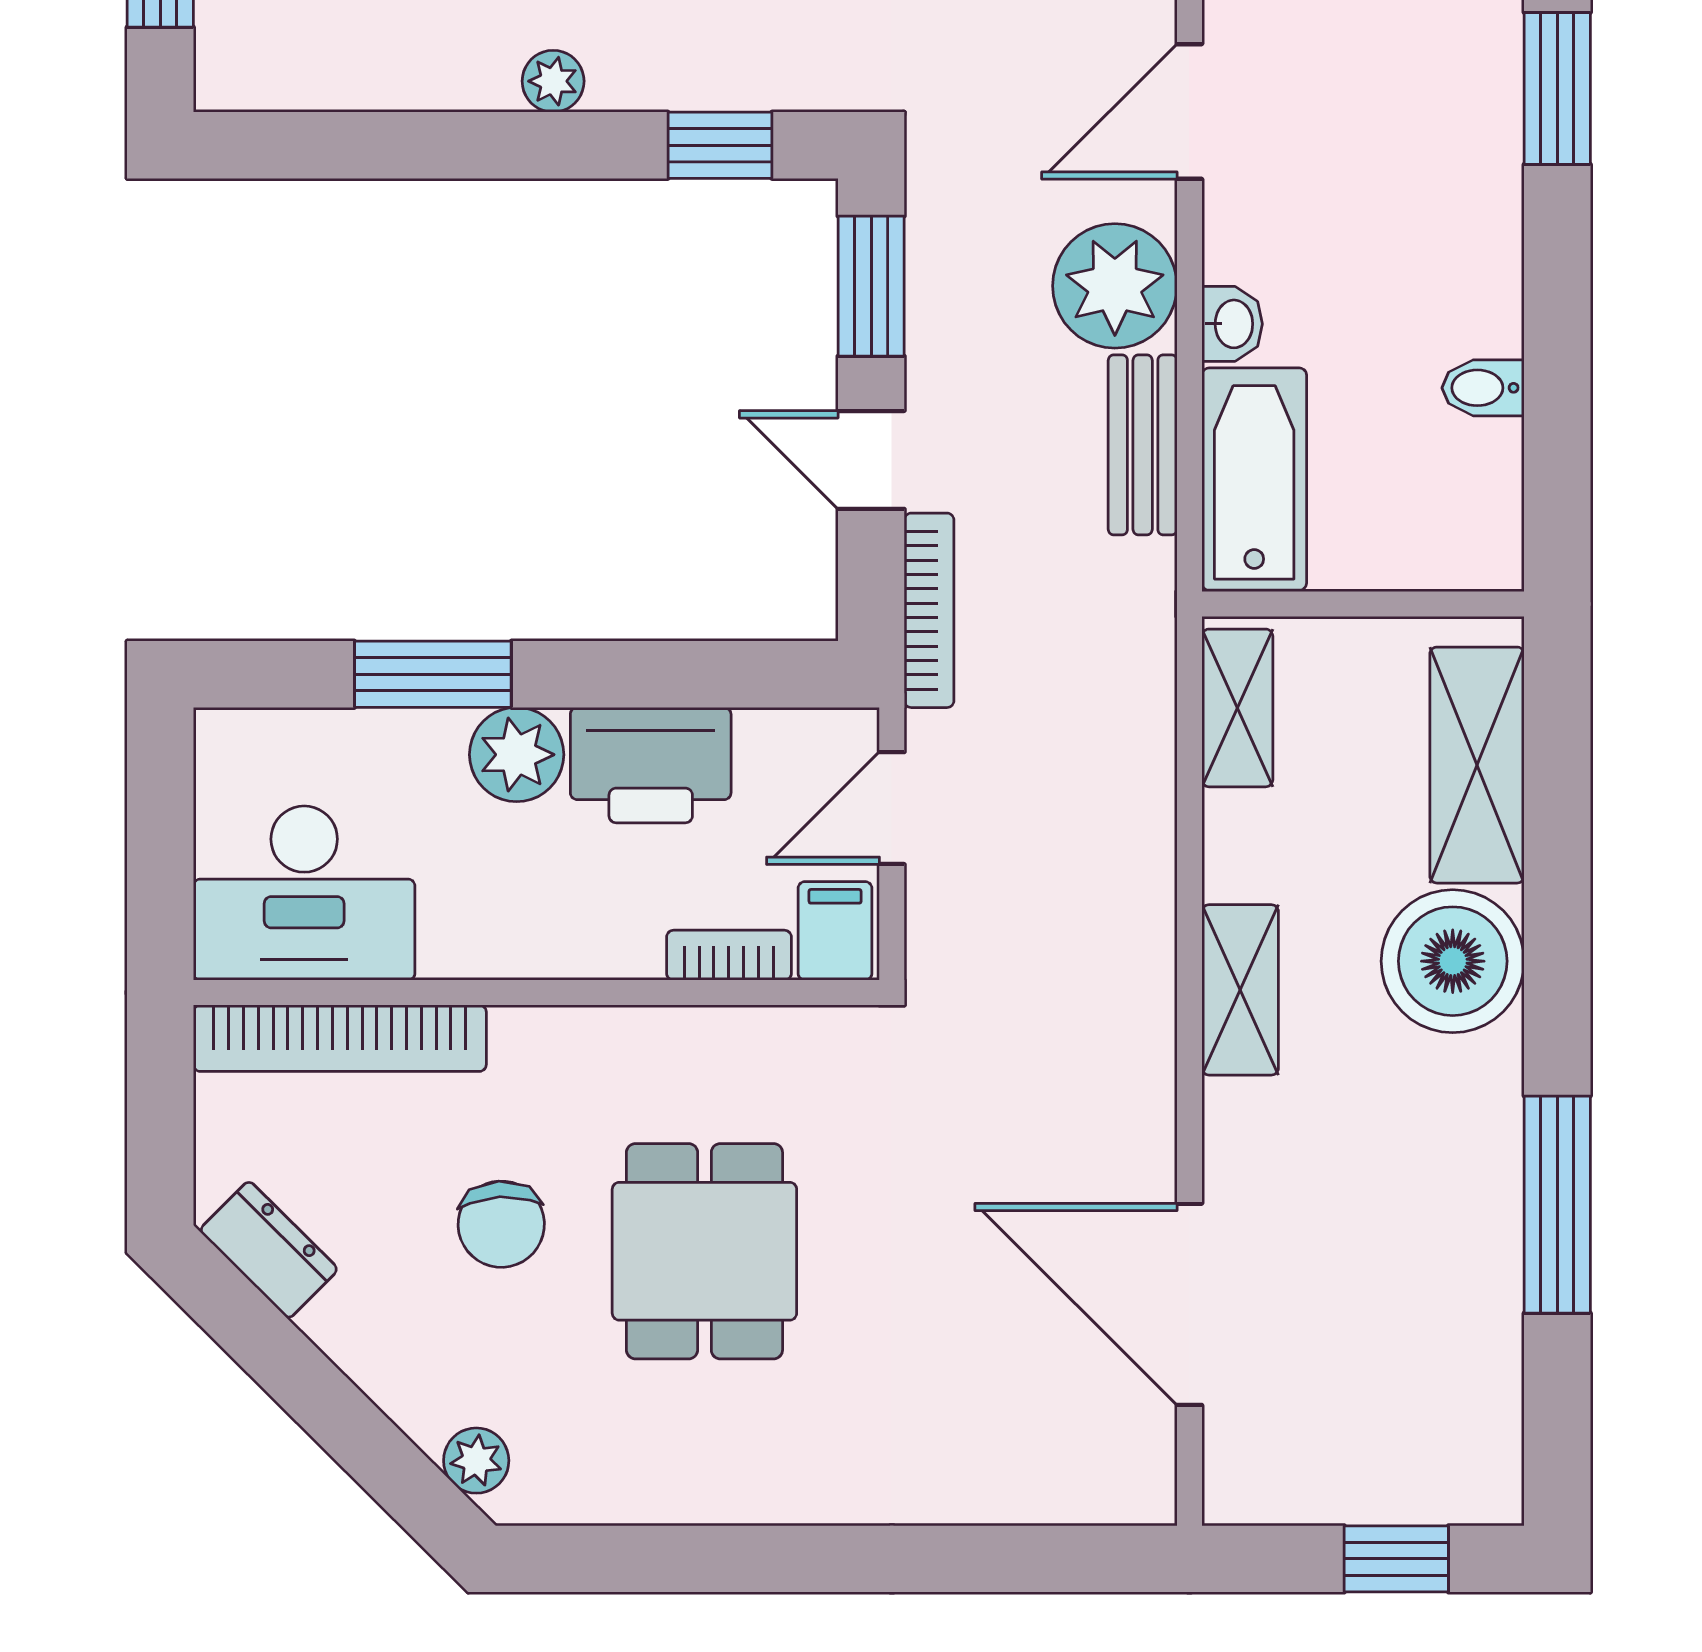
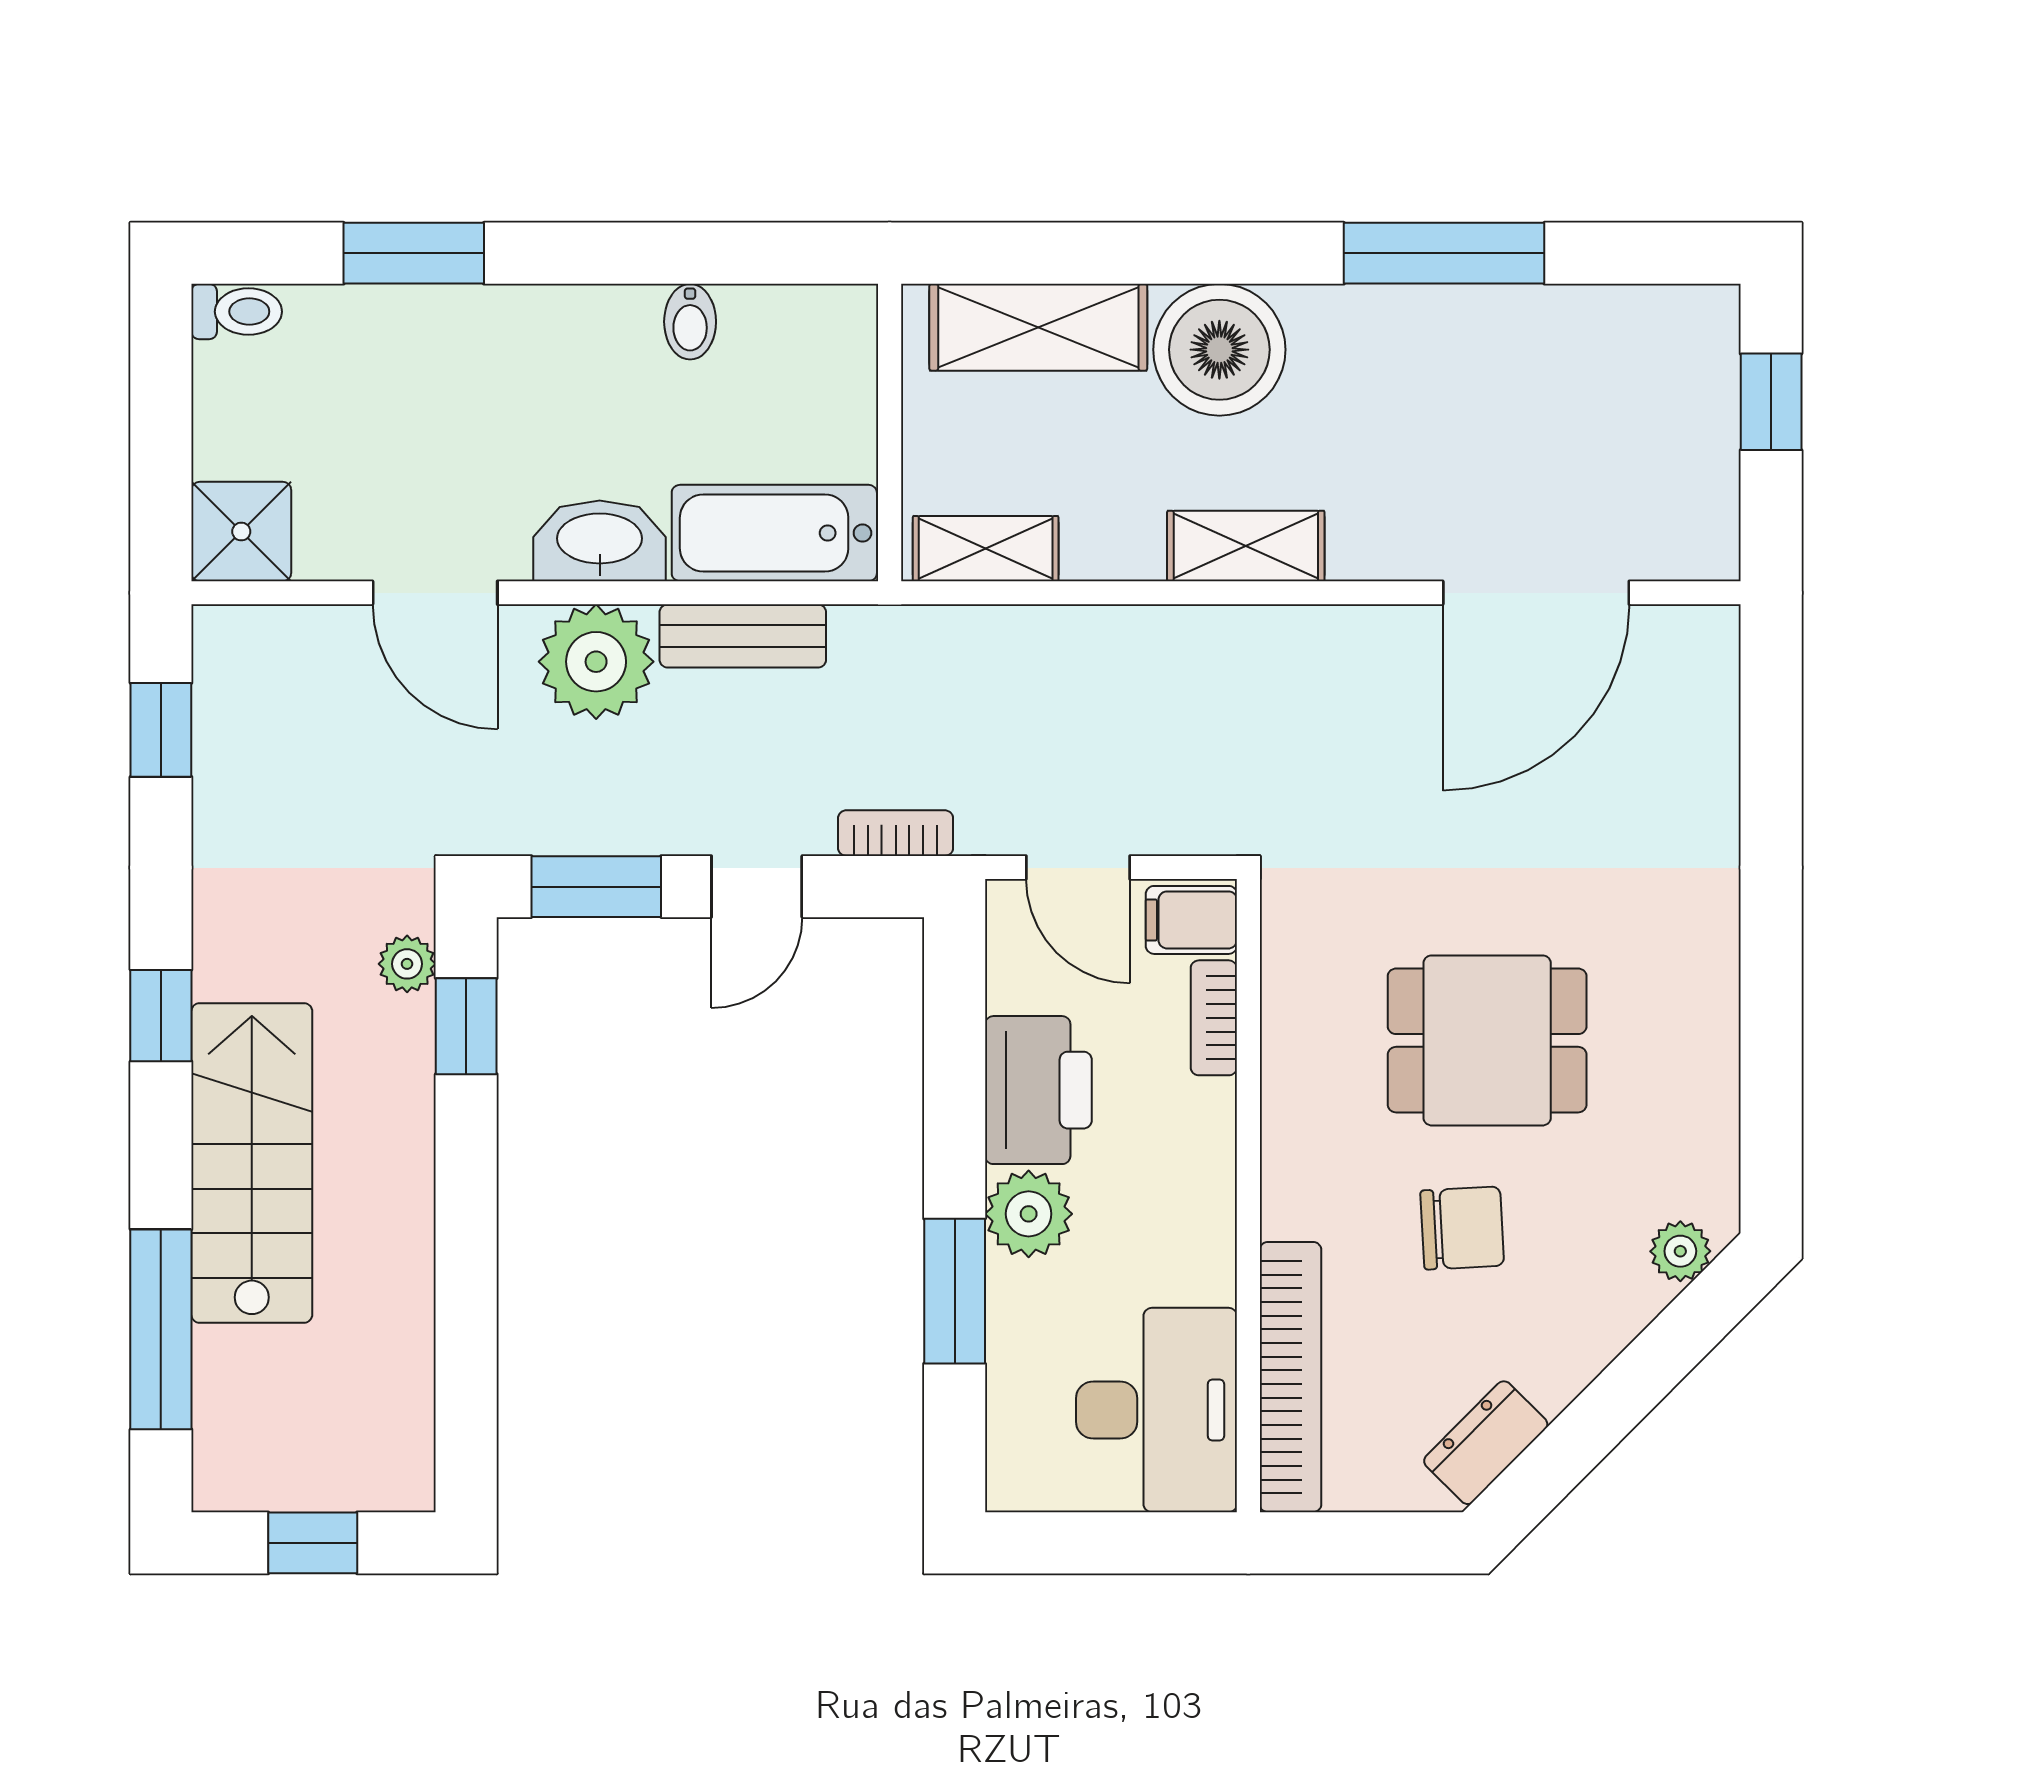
plant: (553, 81) -> (407, 964), moved
washbasin: (1232, 324) -> (600, 541), width x1.91, depth x1.45
bookcase: (929, 610) -> (896, 833), width x0.64

